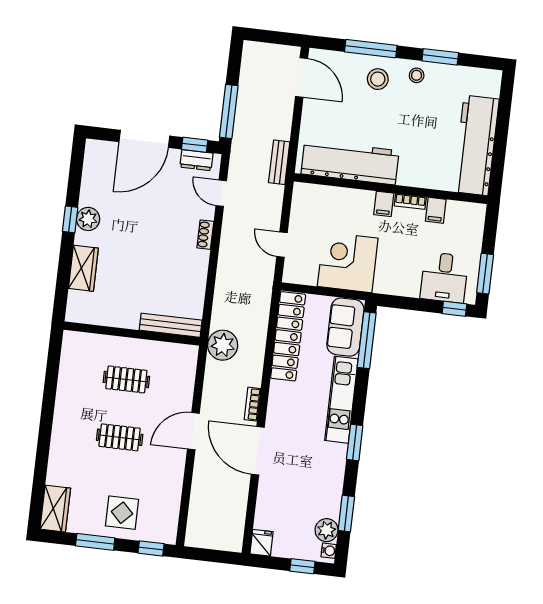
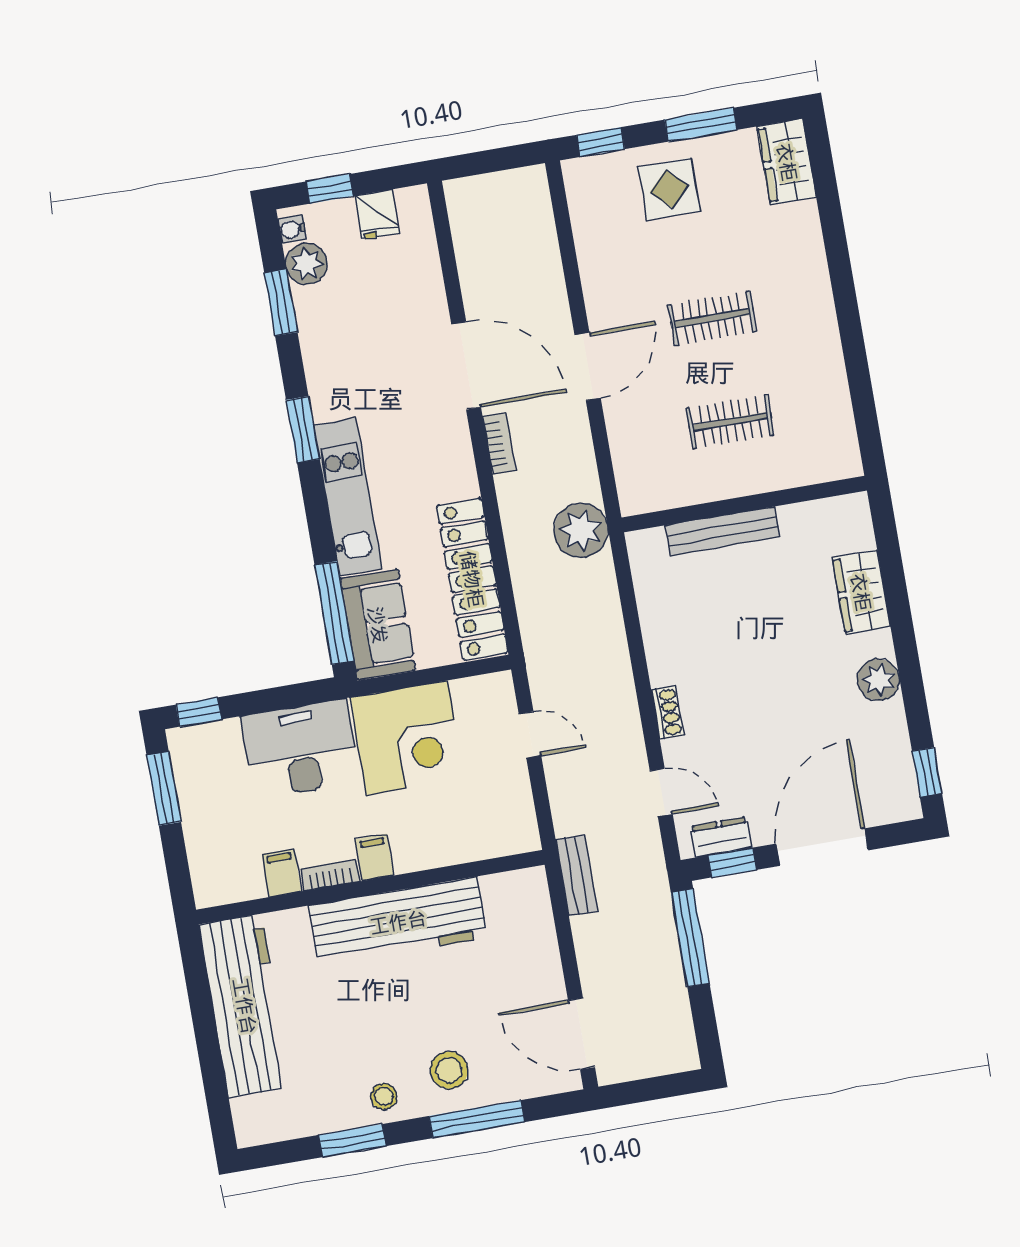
workbench: (350, 162) -> (398, 922), moved
window: (70, 219) -> (927, 772), moved
desk: (444, 277) -> (301, 749), moved, width x1.37
bench: (171, 325) -> (723, 531), moved
fridge: (262, 543) -> (377, 215), moved

